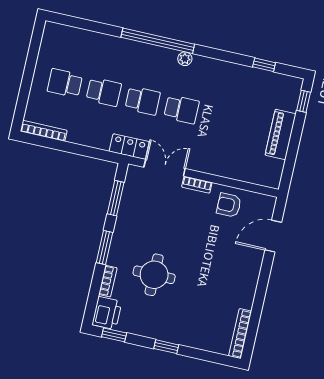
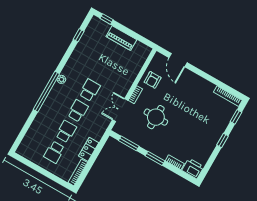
locker: (129, 147) -> (89, 149), moved
round table: (154, 275) -> (156, 117), moved
window: (114, 335) -> (236, 117), moved

